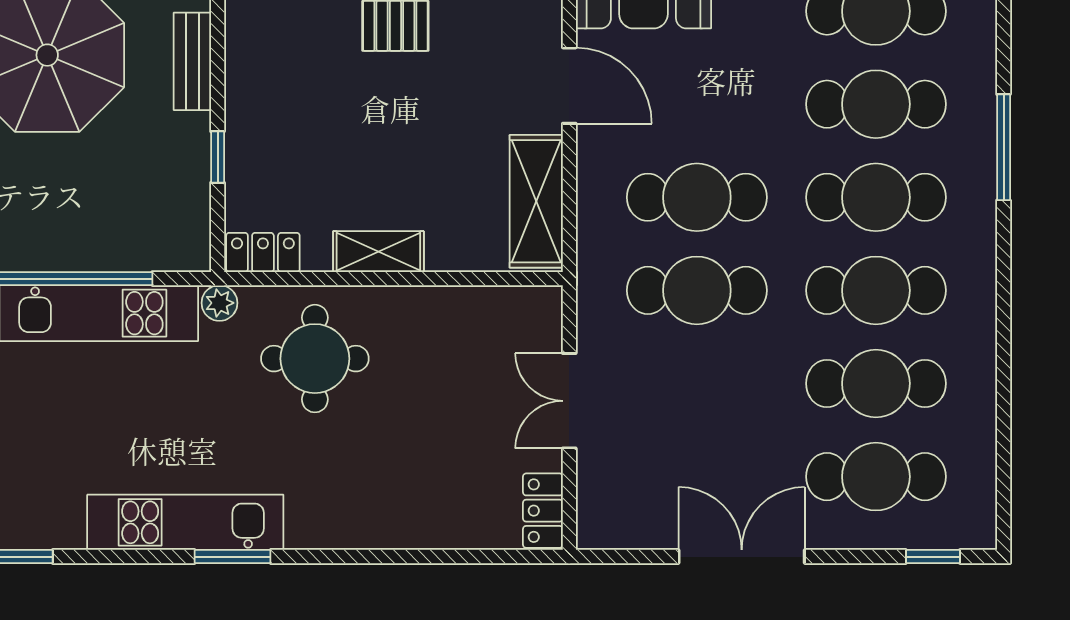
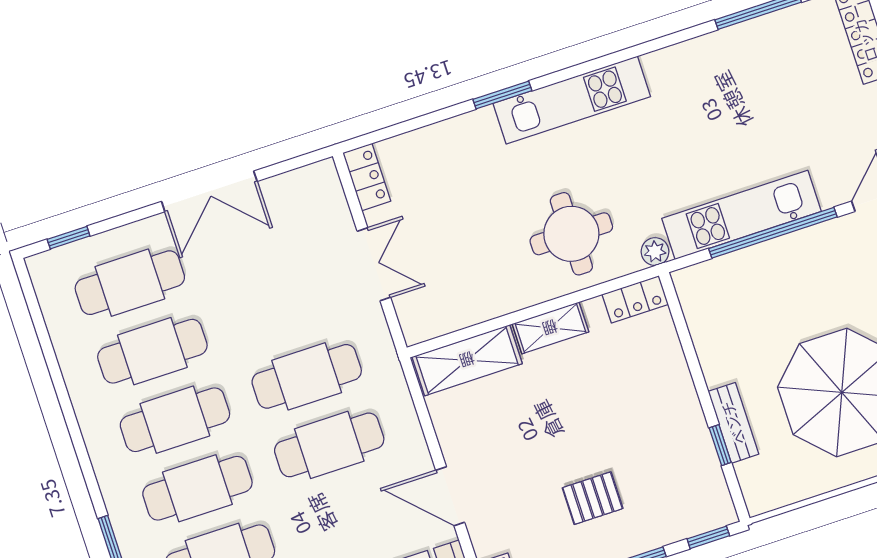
window: (218, 157) -> (720, 445), moved
shelving: (536, 201) -> (467, 360), moved, turned 90
kitchen unit: (185, 522) -> (572, 100), moved
window: (233, 557) -> (502, 95), moved

